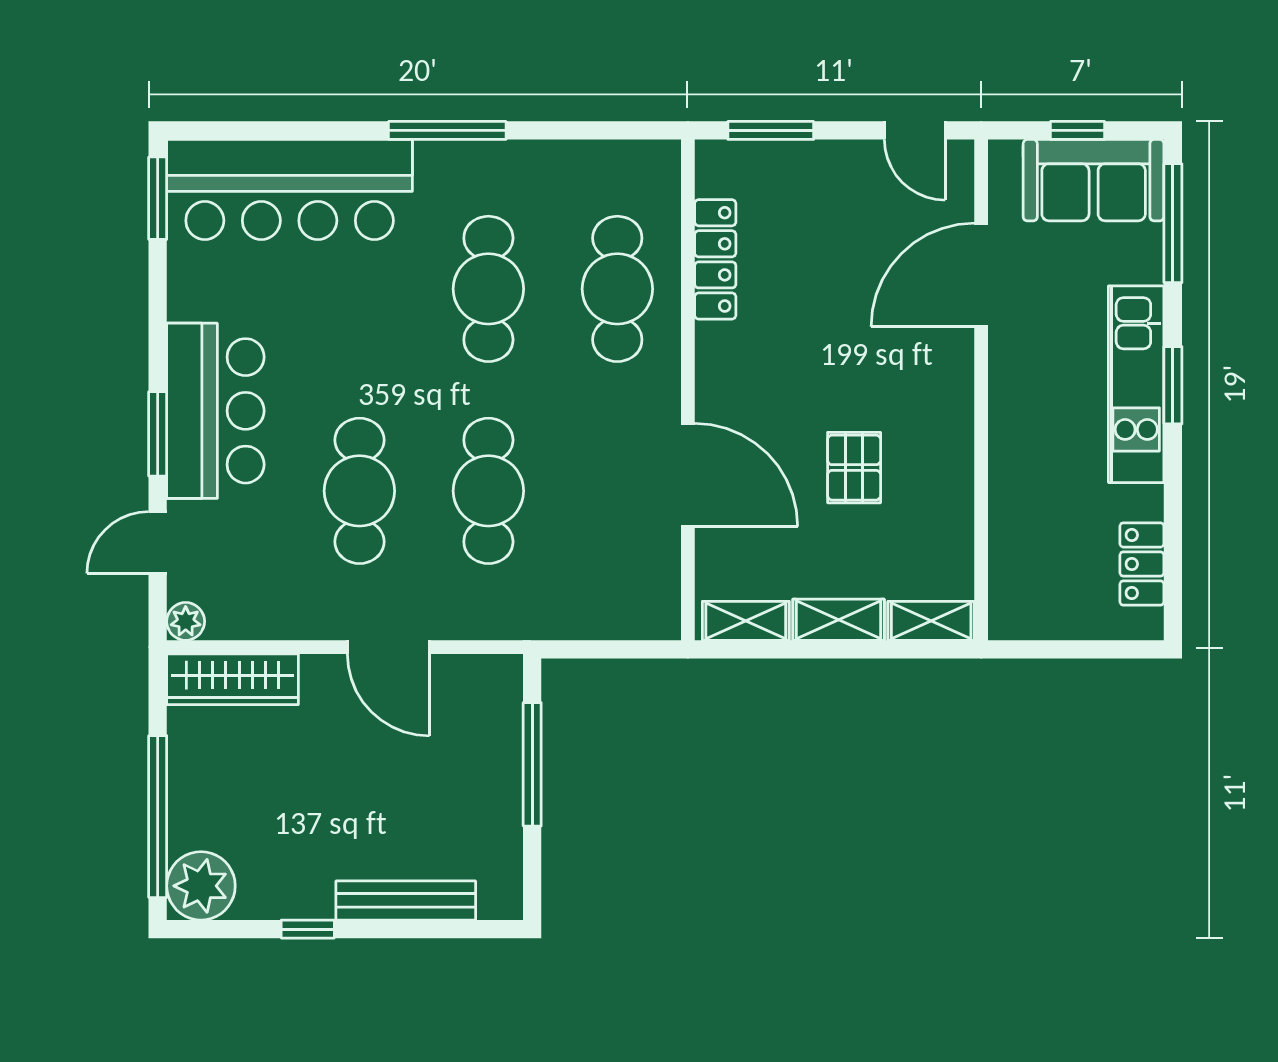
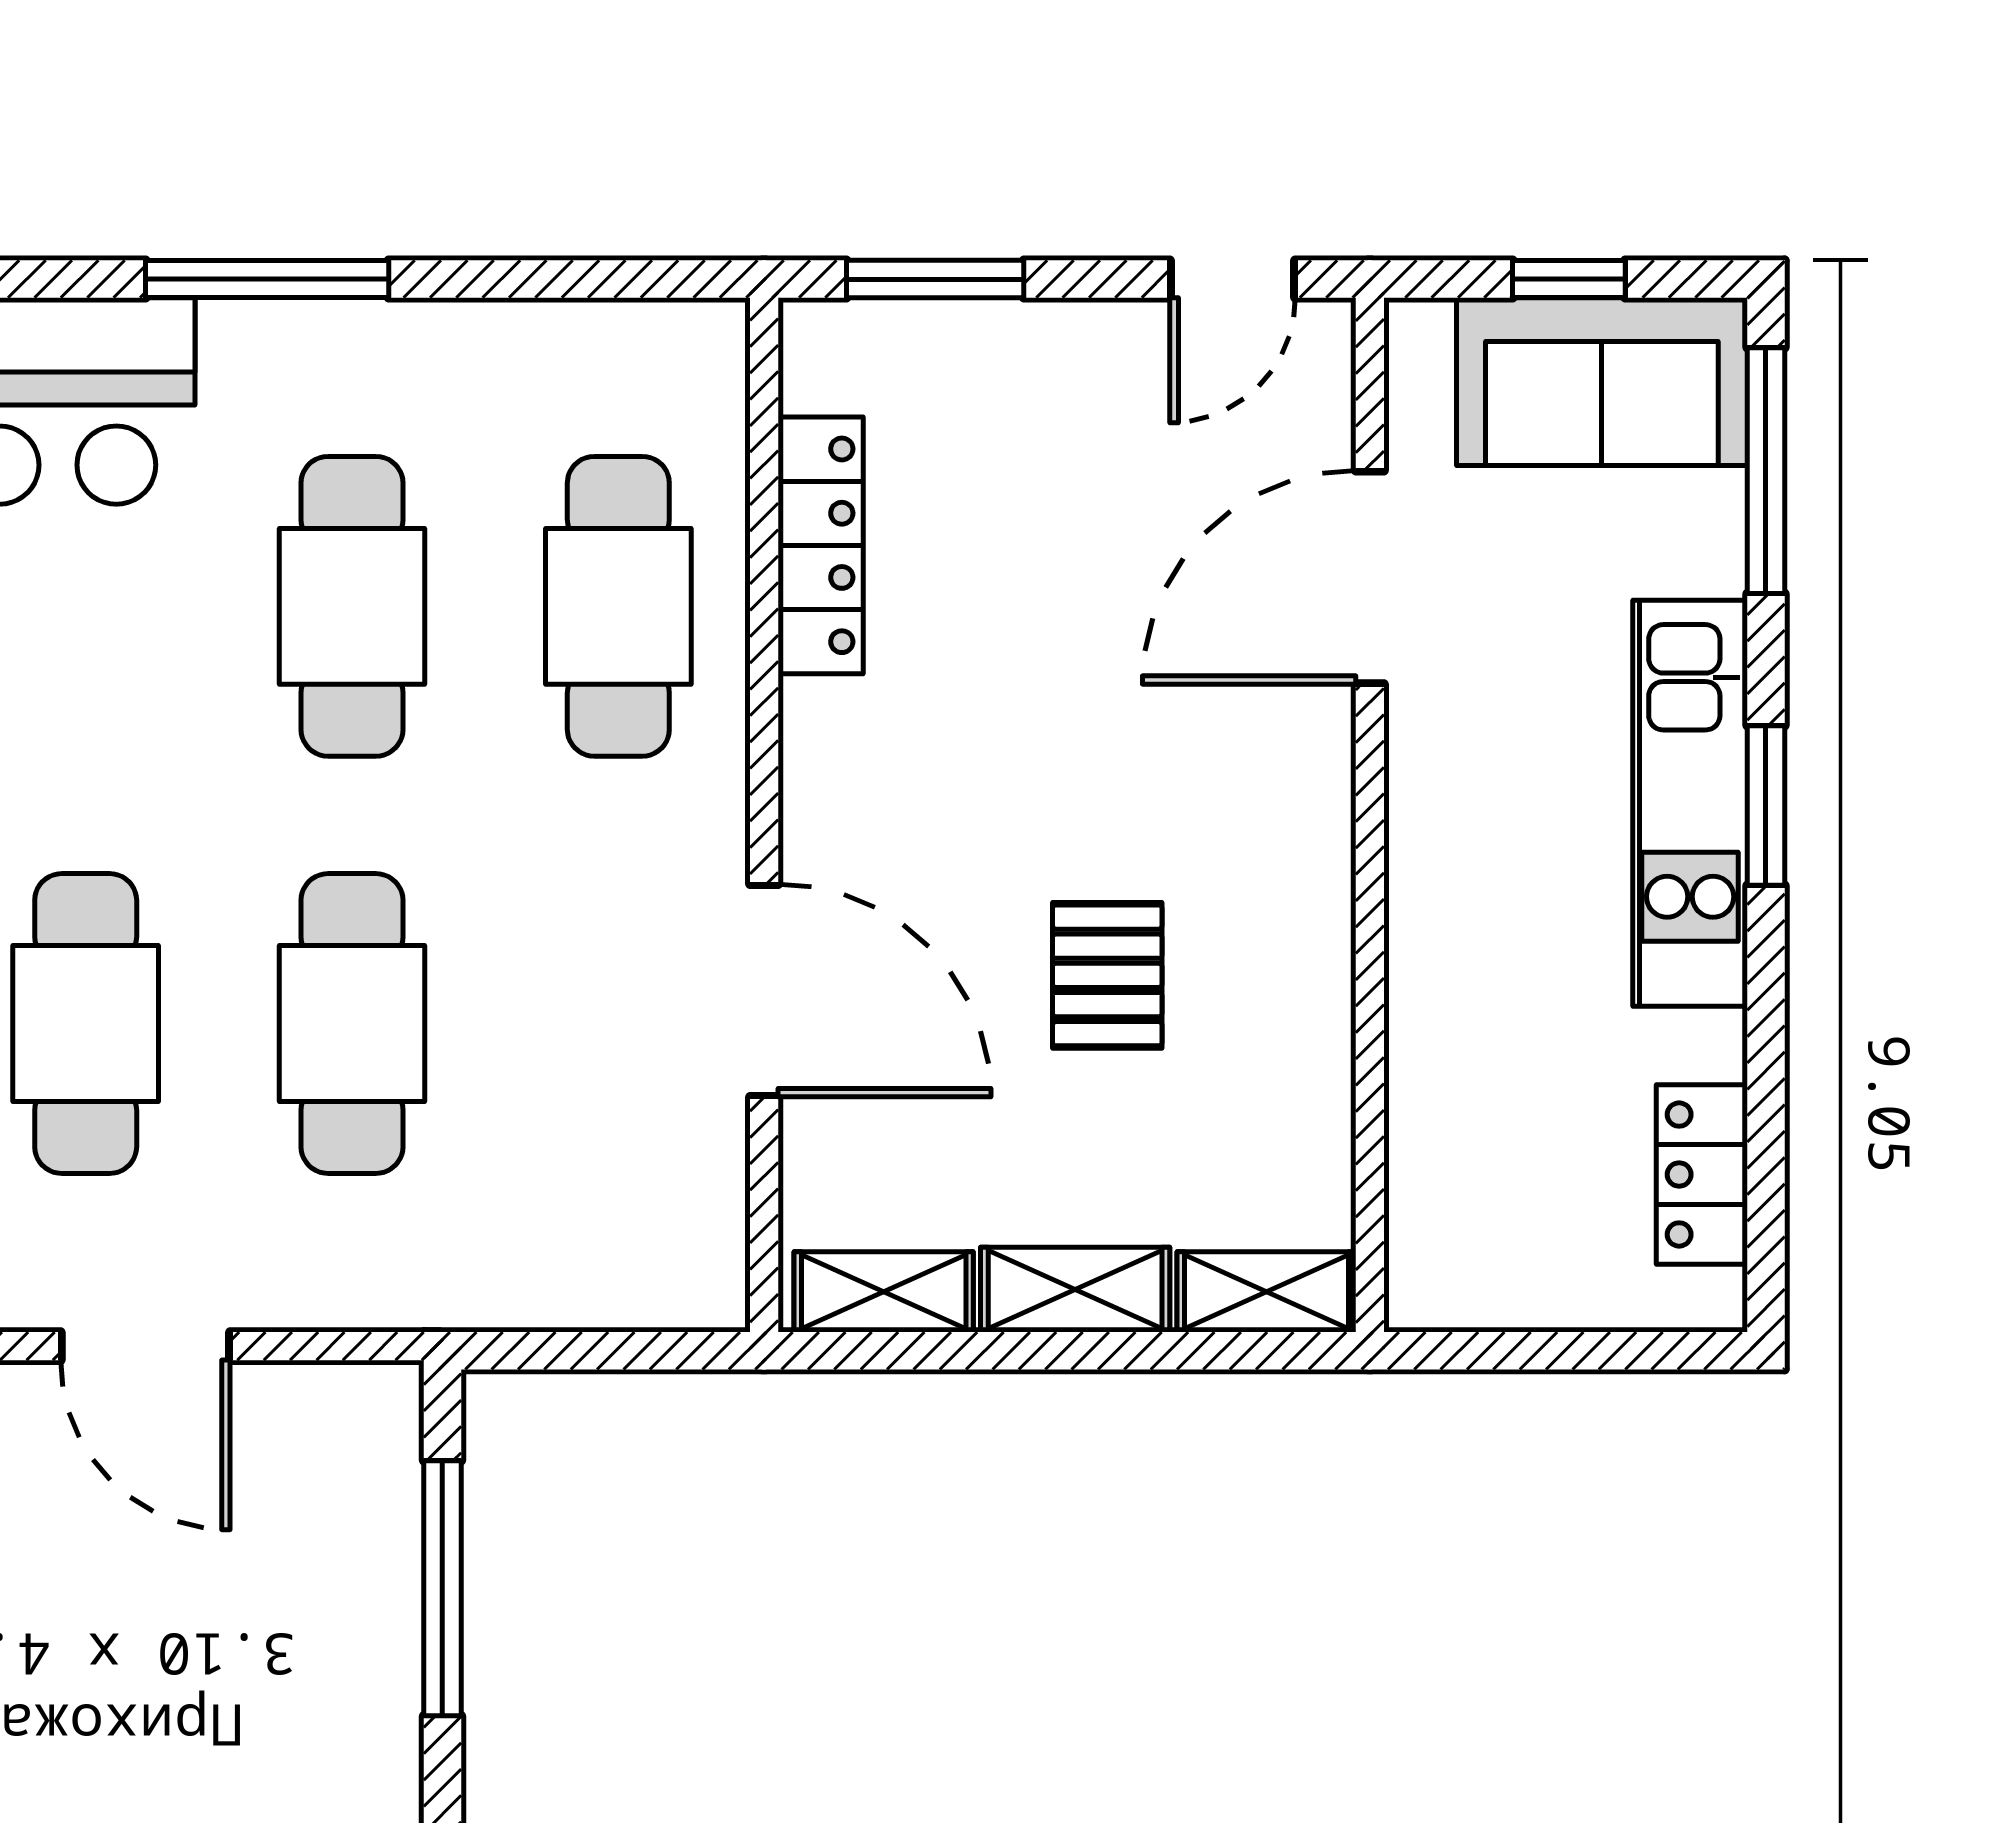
door: (915, 130) -> (1233, 279), hinge flipped

